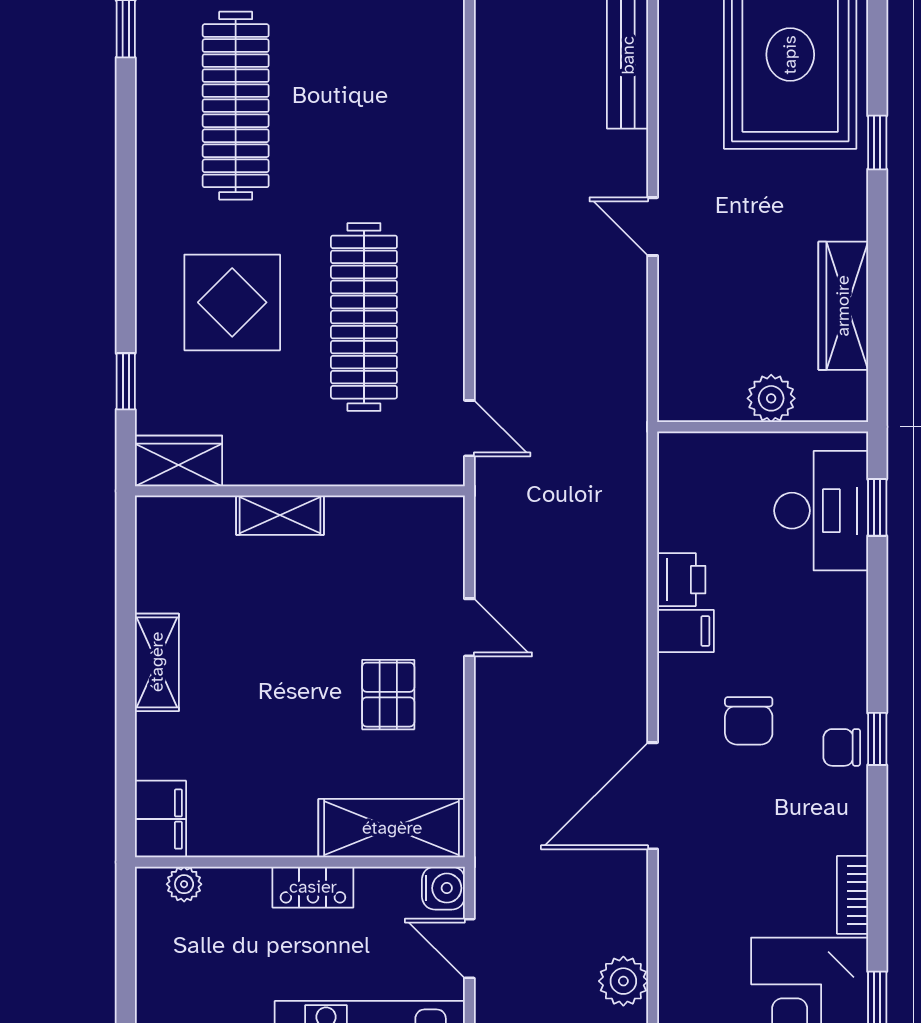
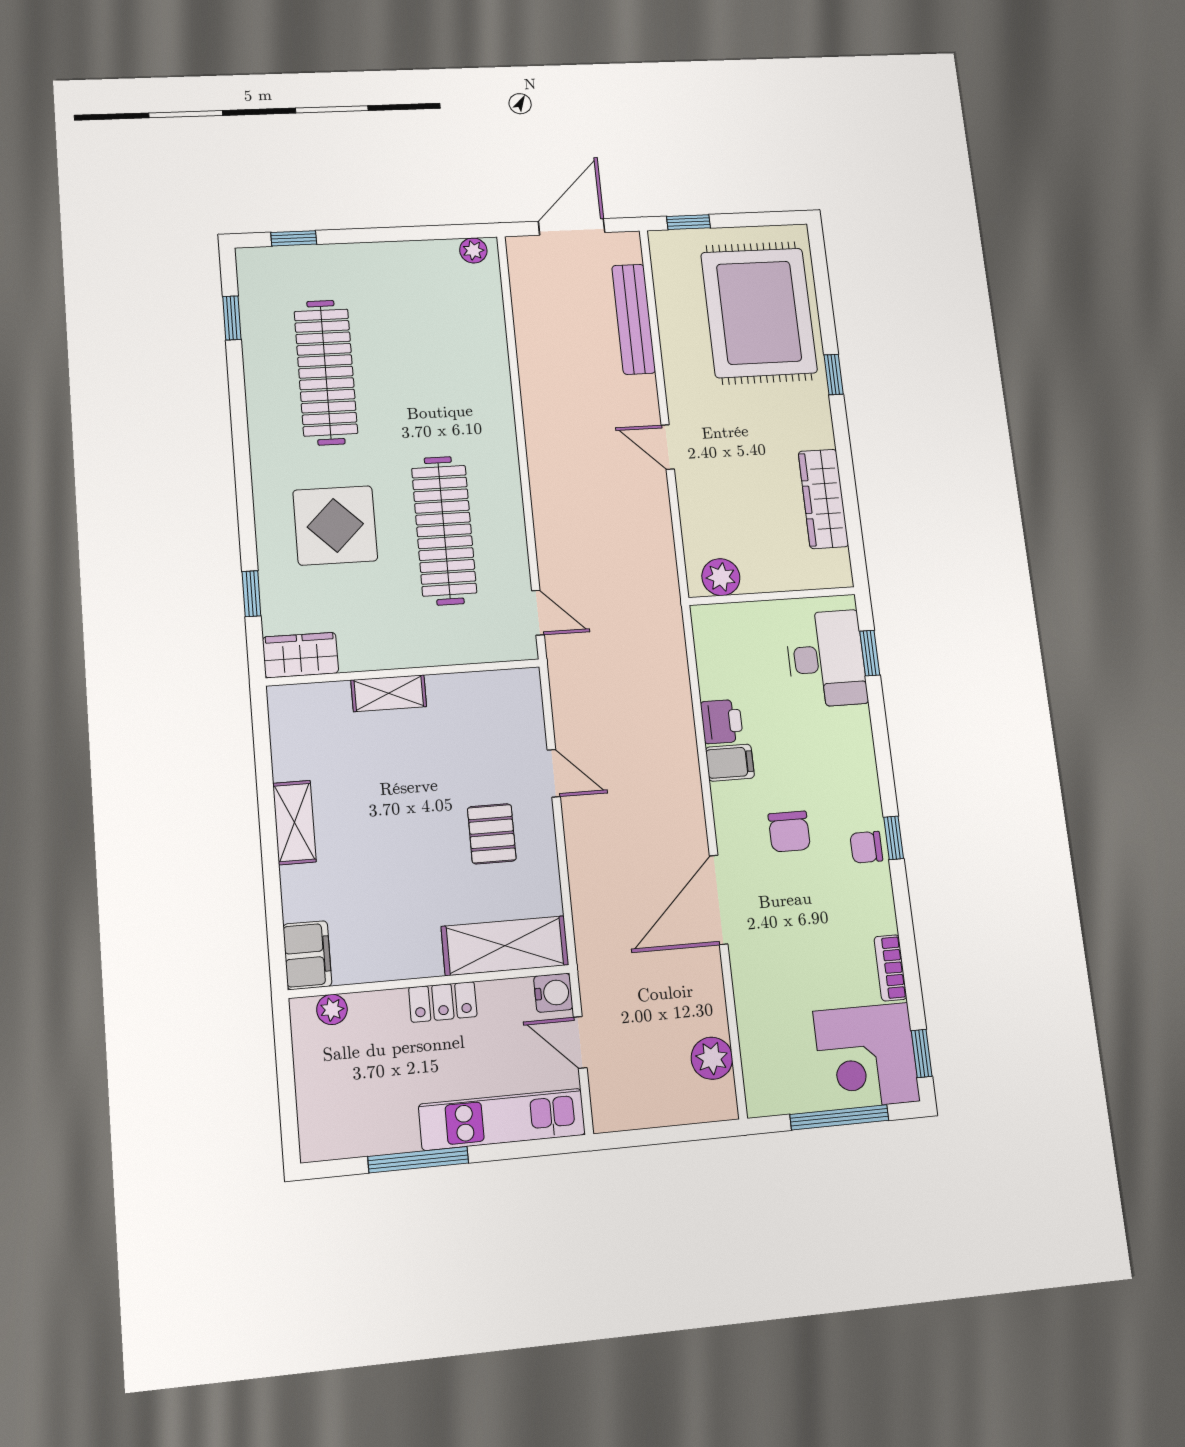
plant: (771, 398) -> (721, 577), moved

